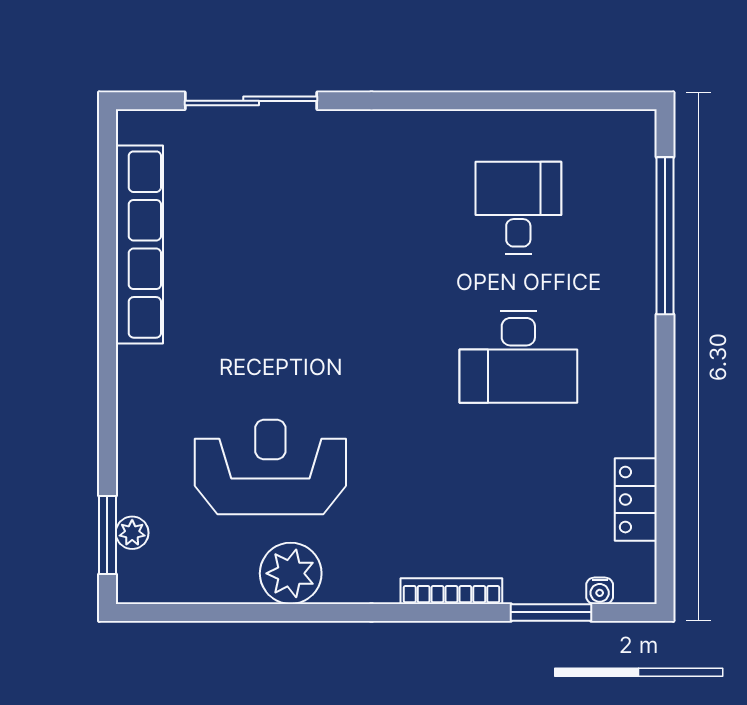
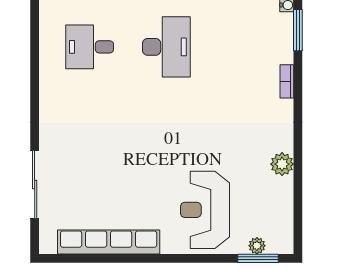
reception desk: (270, 467) -> (205, 210), moved
plant: (291, 573) -> (282, 164), width x0.73, depth x0.73
bookcase: (451, 591) -> (287, 81), width x0.64

